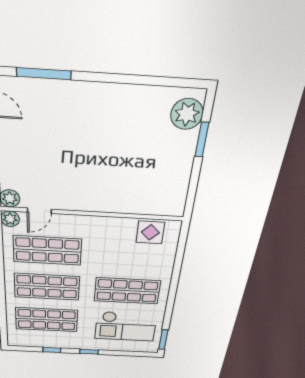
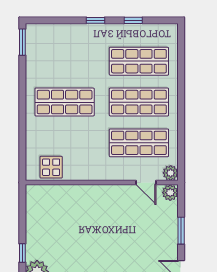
window: (202, 140) -> (22, 253), width x0.67
door: (39, 211) -> (146, 182), swing flipped
checkout: (126, 326) -> (62, 57), removed

